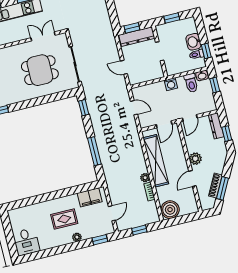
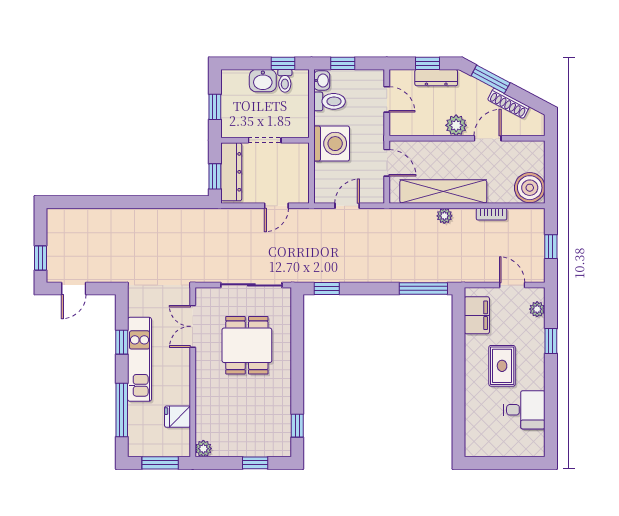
washing machine: (171, 84) -> (332, 144), width x1.89, depth x1.89
door: (190, 118) -> (387, 99), moved
dresser: (216, 126) -> (436, 78), moved
window: (94, 151) -> (423, 288), moved
plant: (145, 178) -> (444, 216), moved
door: (192, 179) -> (488, 138), swing flipped
window: (222, 188) -> (491, 79), moved
plant: (77, 237) -> (537, 309), moved
window: (100, 240) -> (551, 341), moved
desk: (26, 242) -> (524, 410), moved

